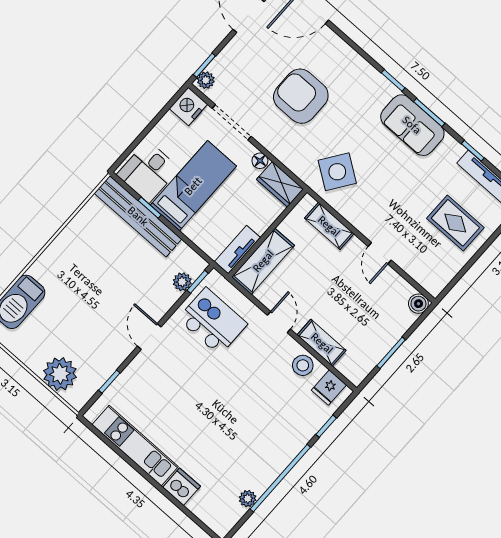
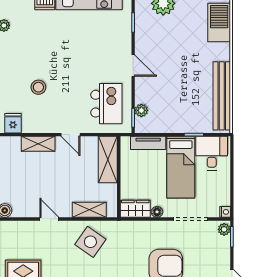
nightstand: (188, 106) -> (225, 212), width x0.53, depth x0.56
side table: (337, 172) -> (90, 242), moved
bench: (138, 216) -> (222, 96), moved, turned 90
tv unit: (237, 250) -> (148, 143), moved, turned 90
kitchen island: (213, 321) -> (106, 104), turned -90
stool: (303, 365) -> (38, 87), moved

